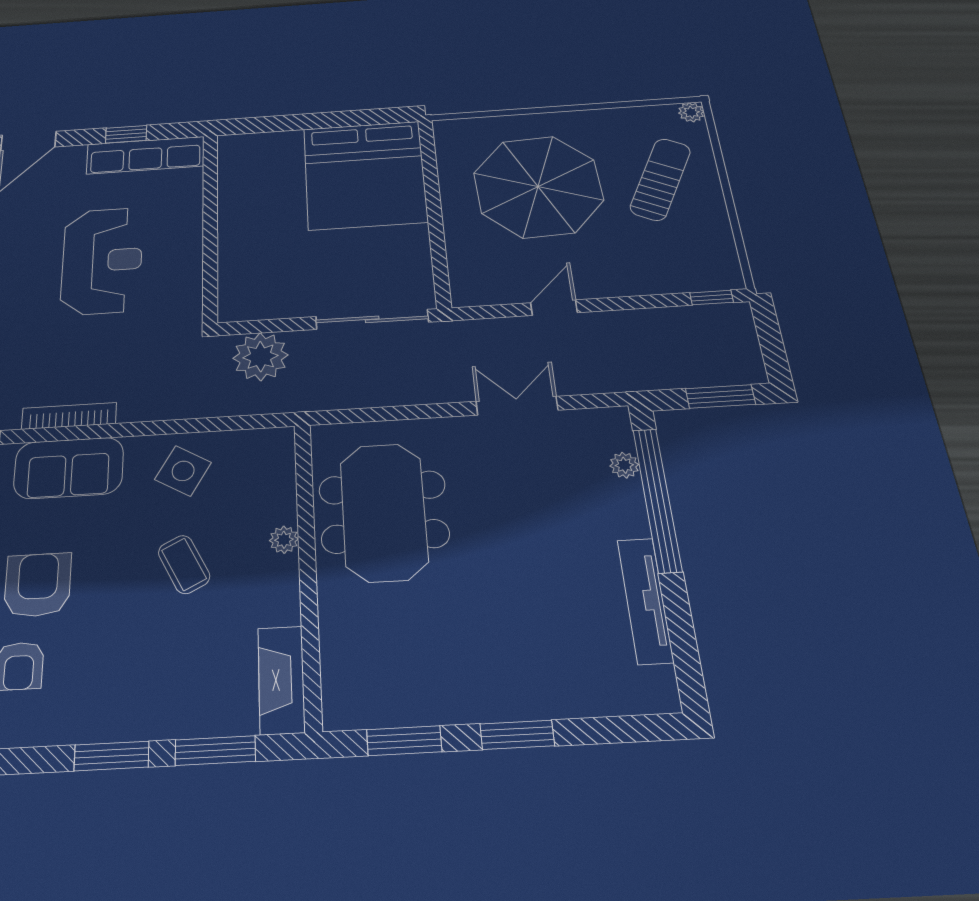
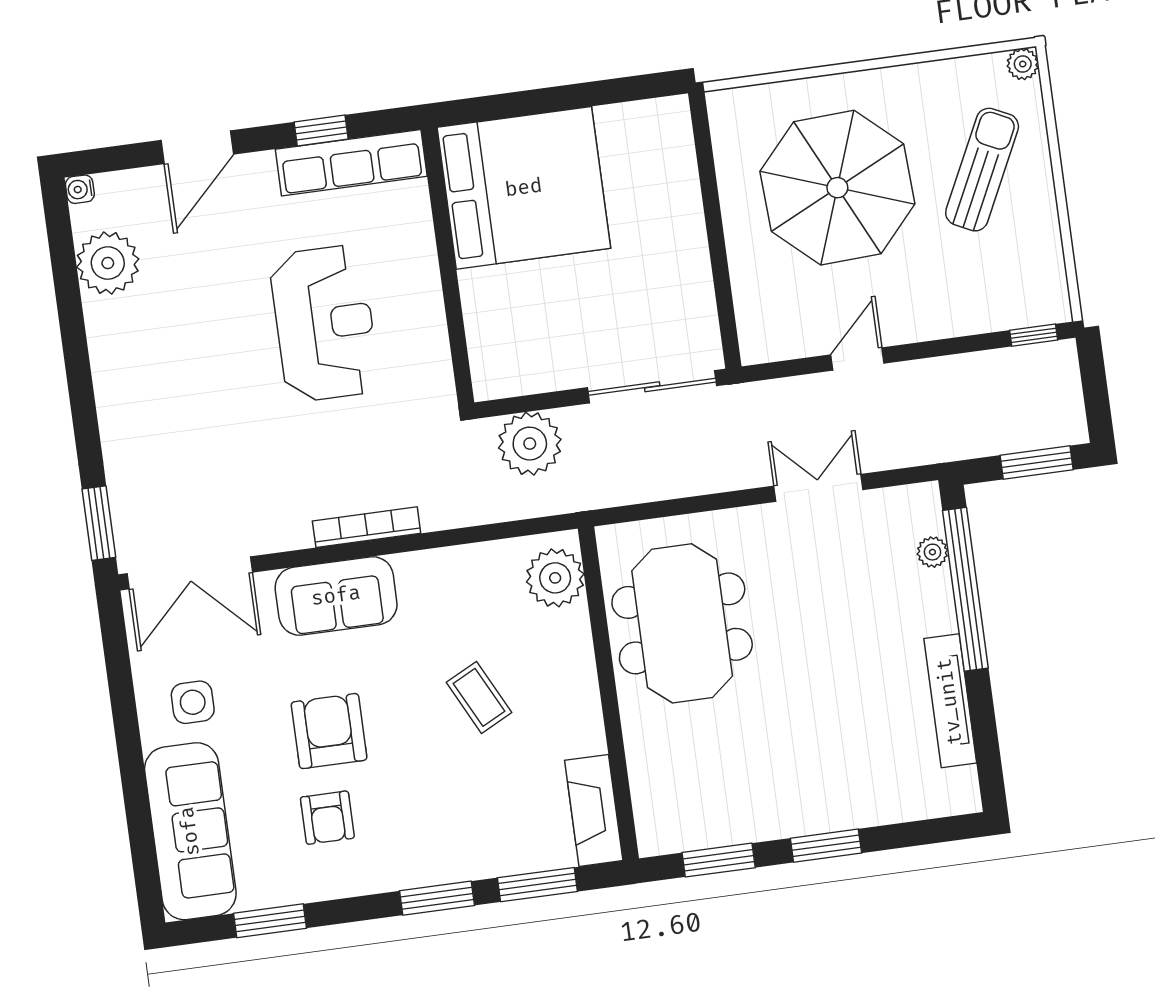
bed: (365, 175) -> (524, 188), moved, turned -90
bookcase: (69, 416) -> (367, 527), moved
side table: (183, 471) -> (462, 591), removed
plant: (284, 540) -> (555, 578), moved, width x1.88, depth x1.88

